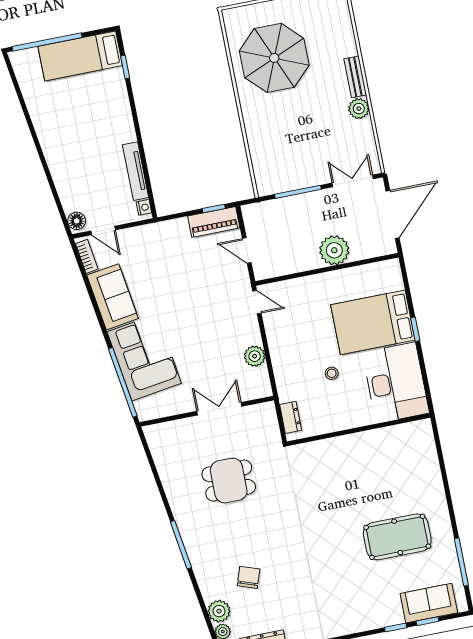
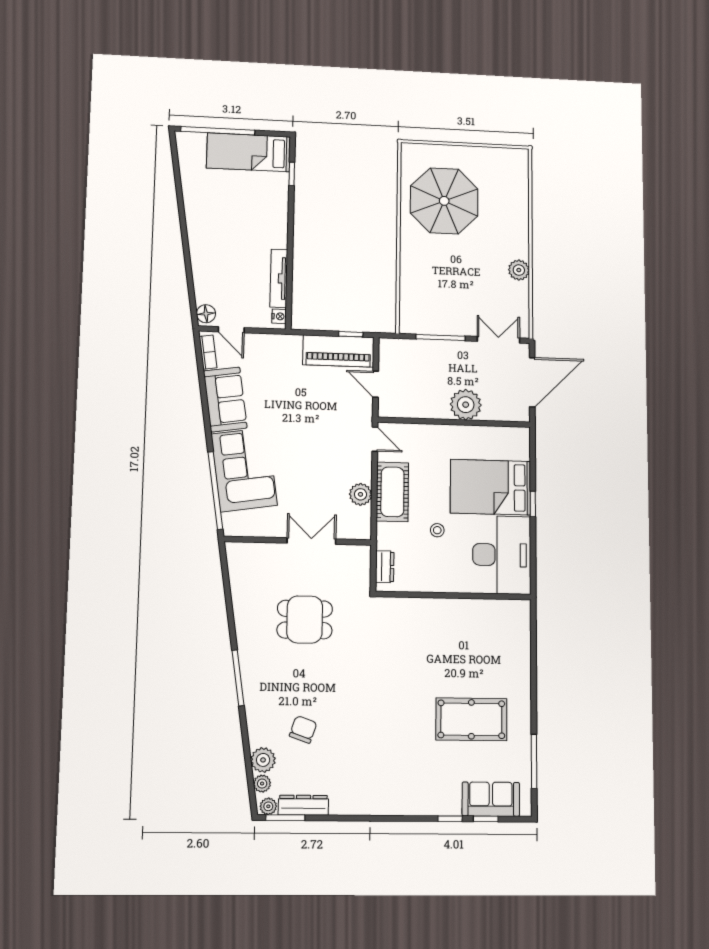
bench: (355, 77) -> (521, 238), removed
piano: (214, 222) -> (338, 351), width x1.37, depth x1.33
cot: (283, 347) -> (392, 492), added

